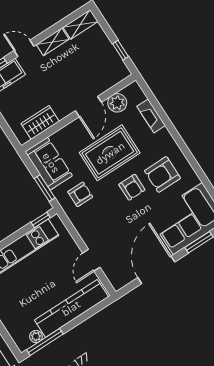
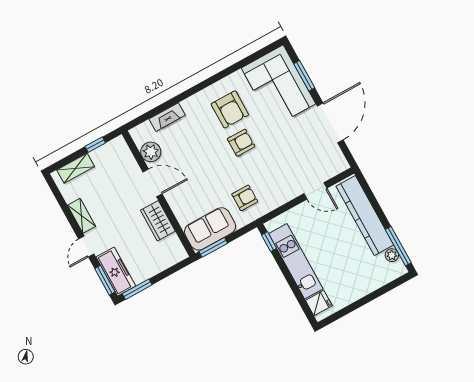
shelving: (80, 24) -> (76, 168), moved, turned 90
wardrobe: (40, 122) -> (158, 221), moved
rug: (110, 153) -> (203, 164), removed
window: (45, 188) -> (213, 247), moved
armchair: (80, 194) -> (245, 198), turned 90
door: (156, 270) -> (330, 123), swing flipped

